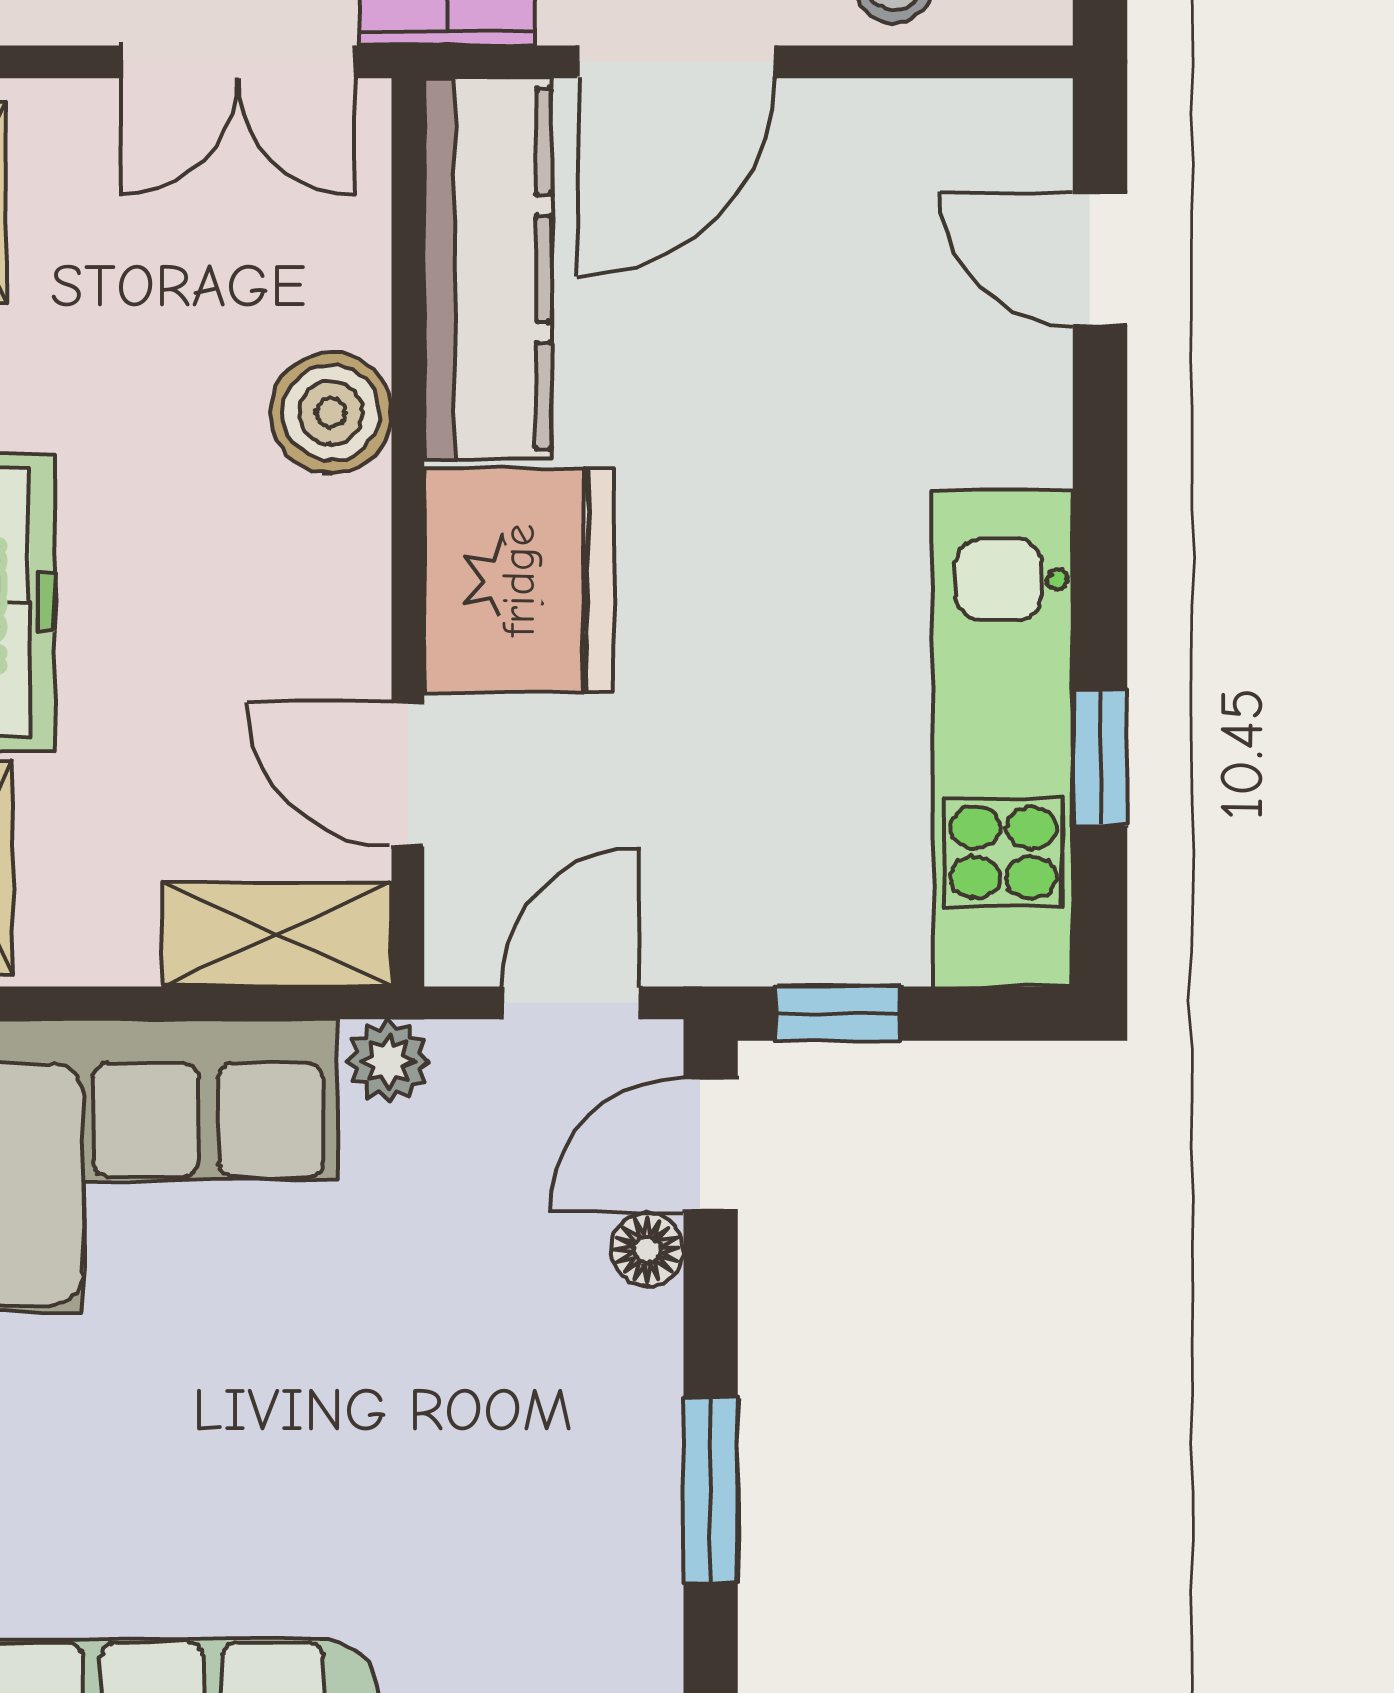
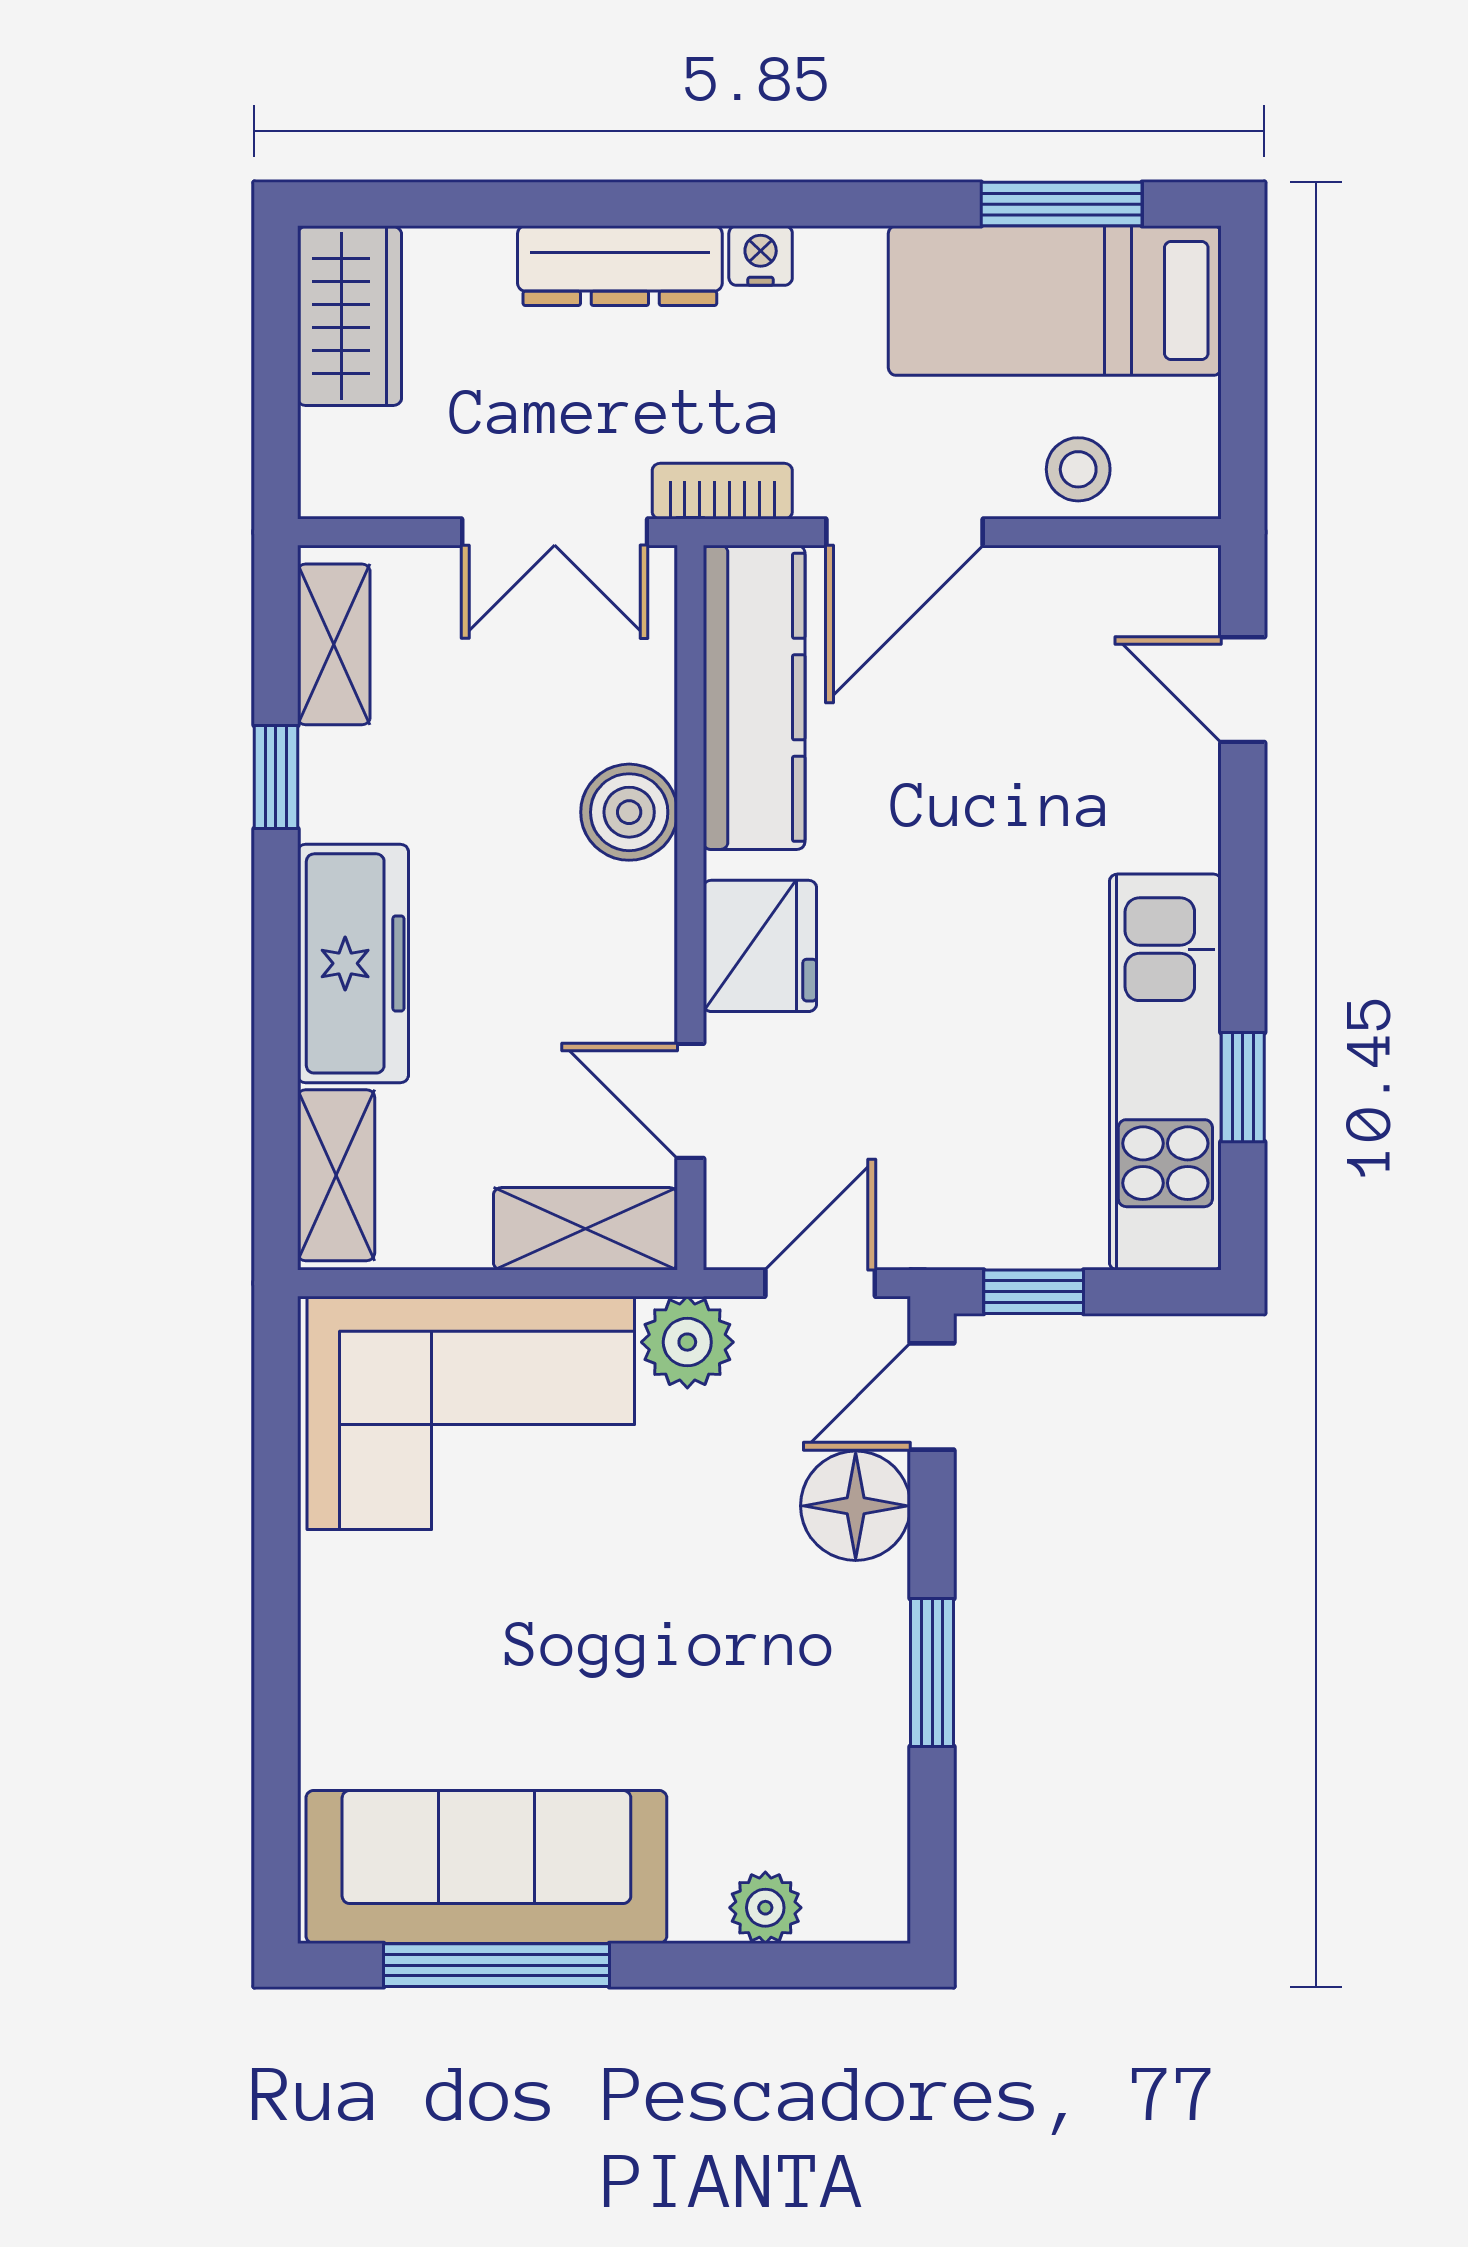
fridge: (519, 580) -> (760, 946), width x0.73, depth x0.75
plant: (388, 1061) -> (687, 1342), width x1.38, depth x1.38
floor lamp: (647, 1249) -> (856, 1506), width x1.89, depth x1.89

